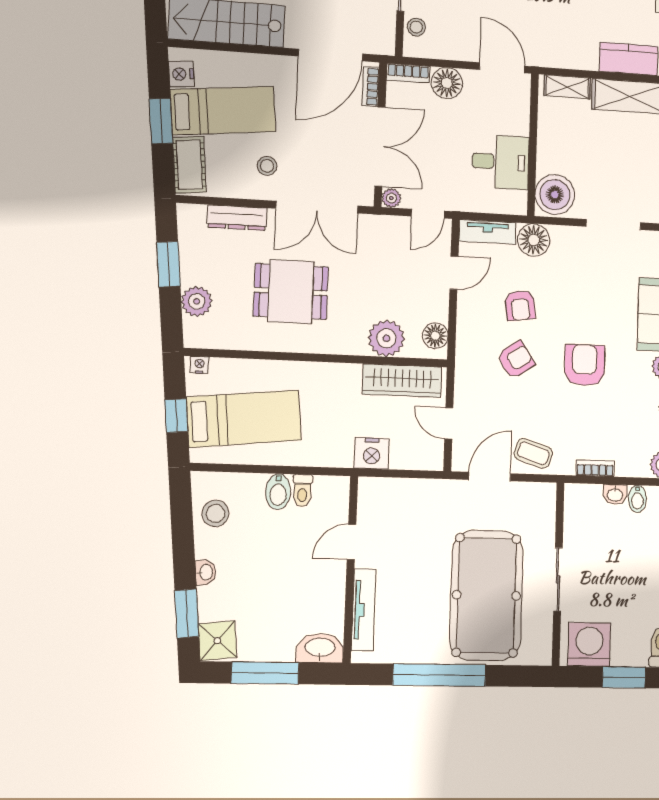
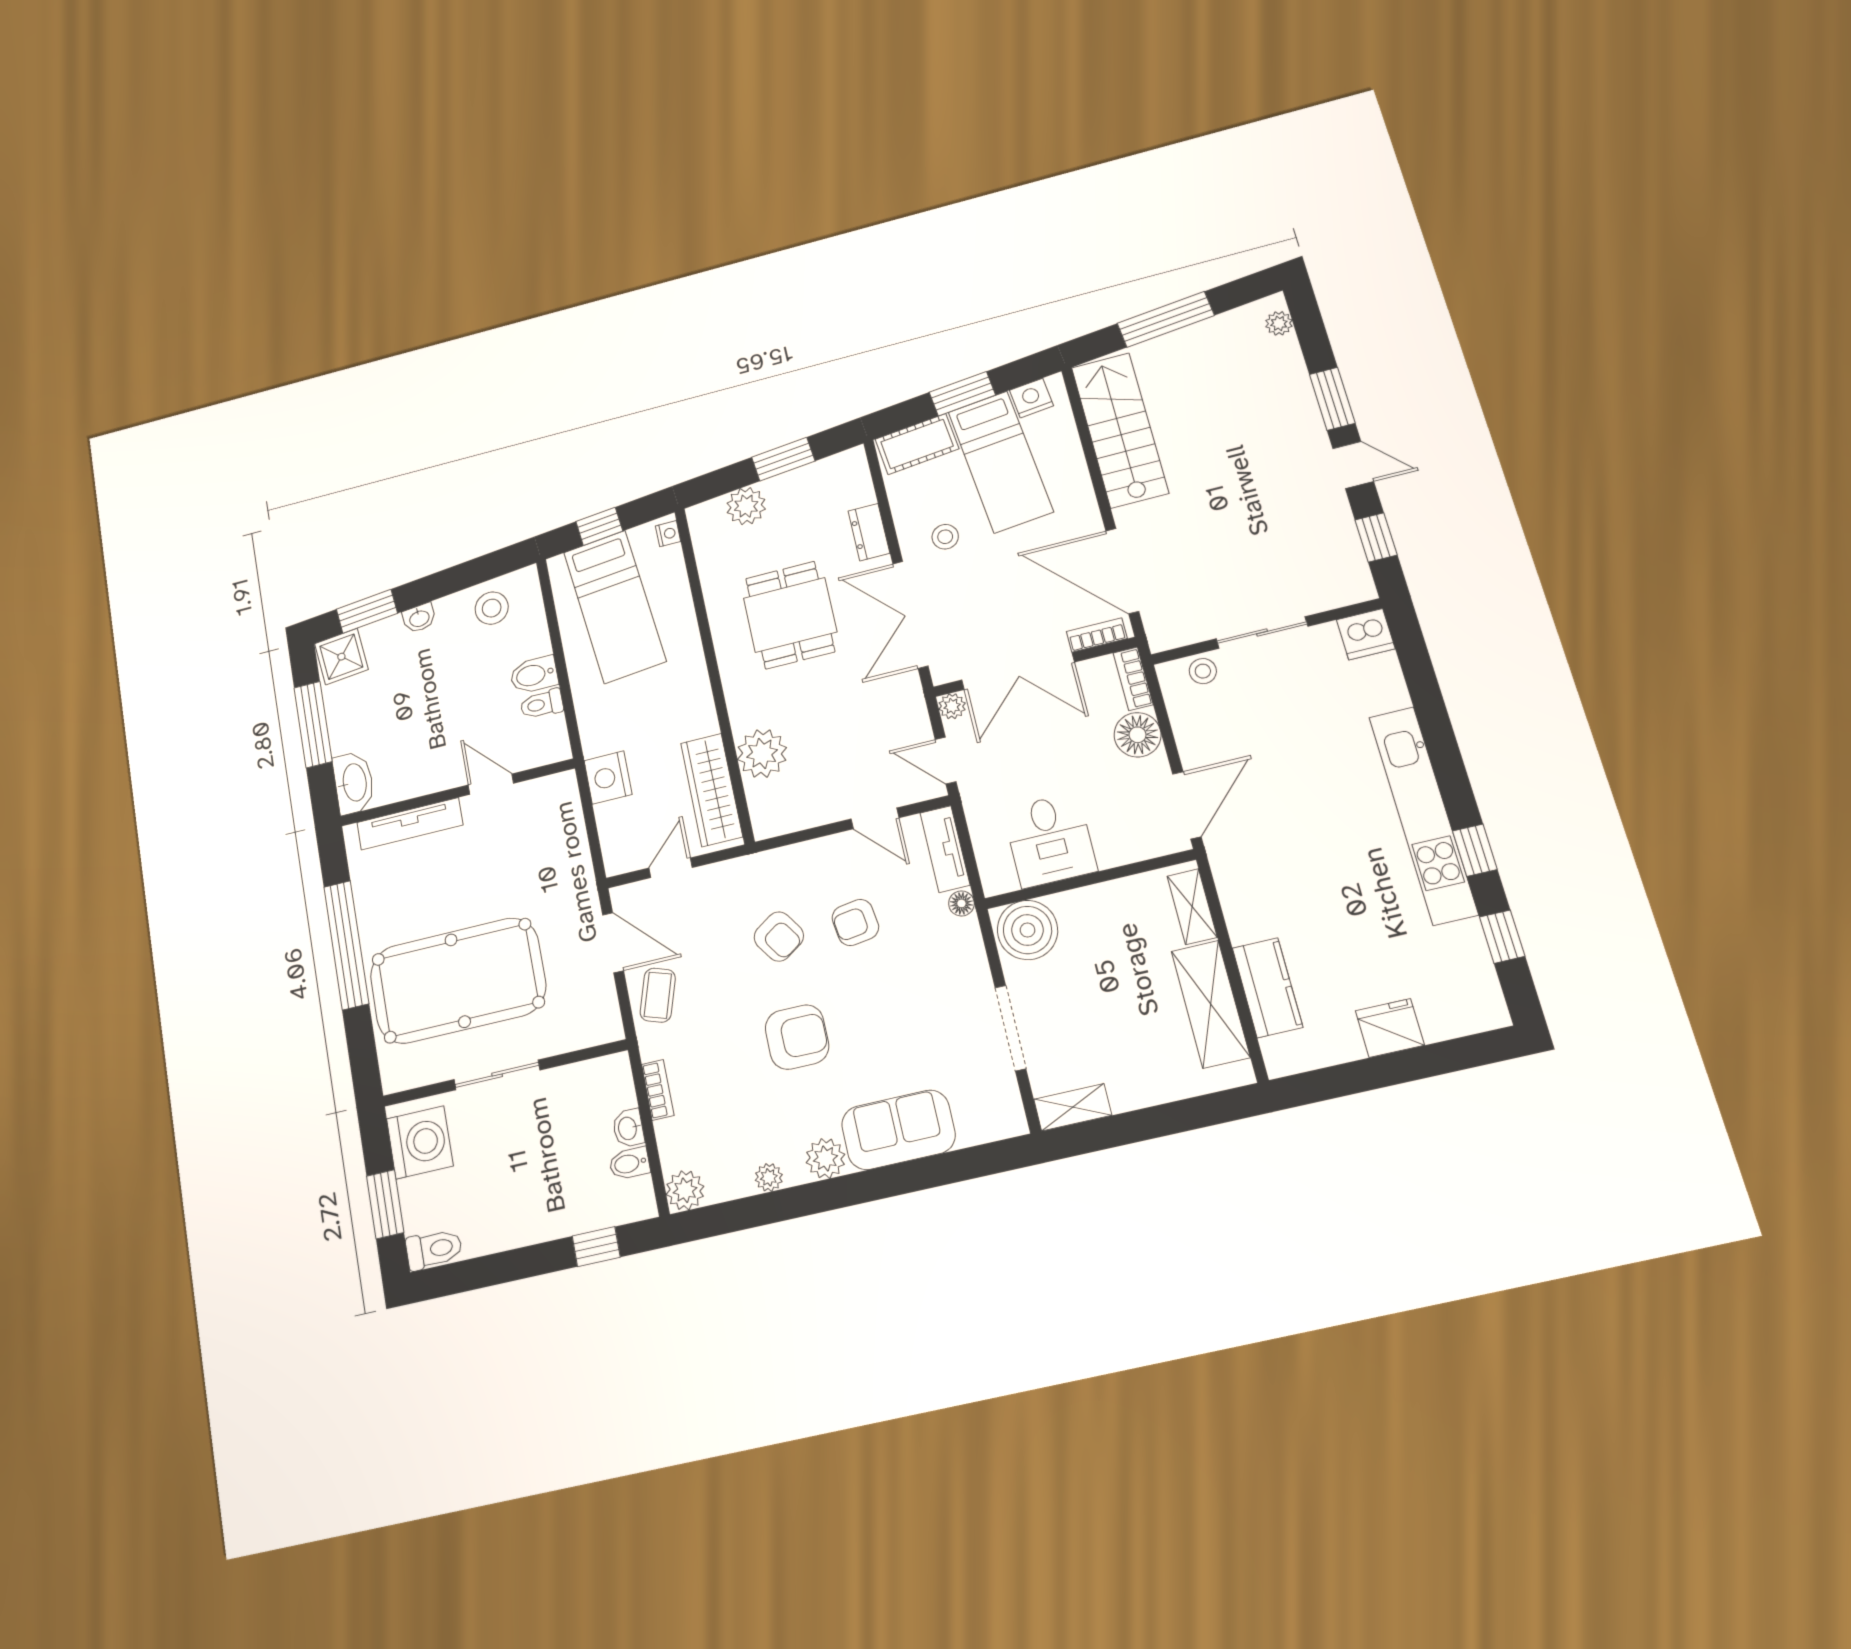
dresser: (237, 218) -> (869, 532), width x0.70
floor lamp: (534, 240) -> (961, 903), width x0.53, depth x0.53
floor lamp: (435, 336) -> (783, 817), removed

